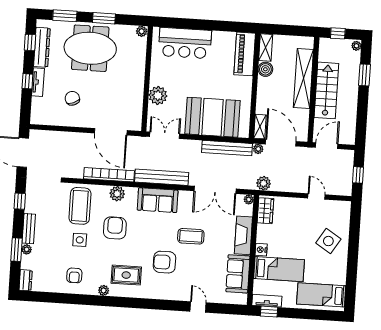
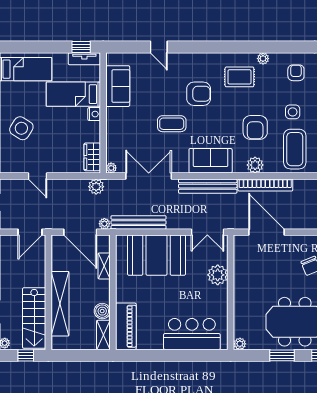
stairs: (326, 90) -> (34, 318), moved
shelving: (260, 127) -> (104, 266), moved
fireplace: (243, 235) -> (114, 128), removed

